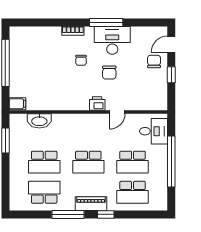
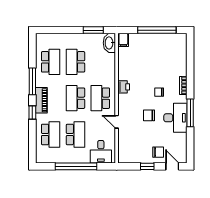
printer: (97, 104) -> (124, 87), moved
washbasin: (39, 121) -> (109, 43), moved
school desk: (88, 132) -> (100, 98), added
school desk: (133, 162) -> (75, 134), turned 180
school desk: (133, 192) -> (51, 134), turned 180

